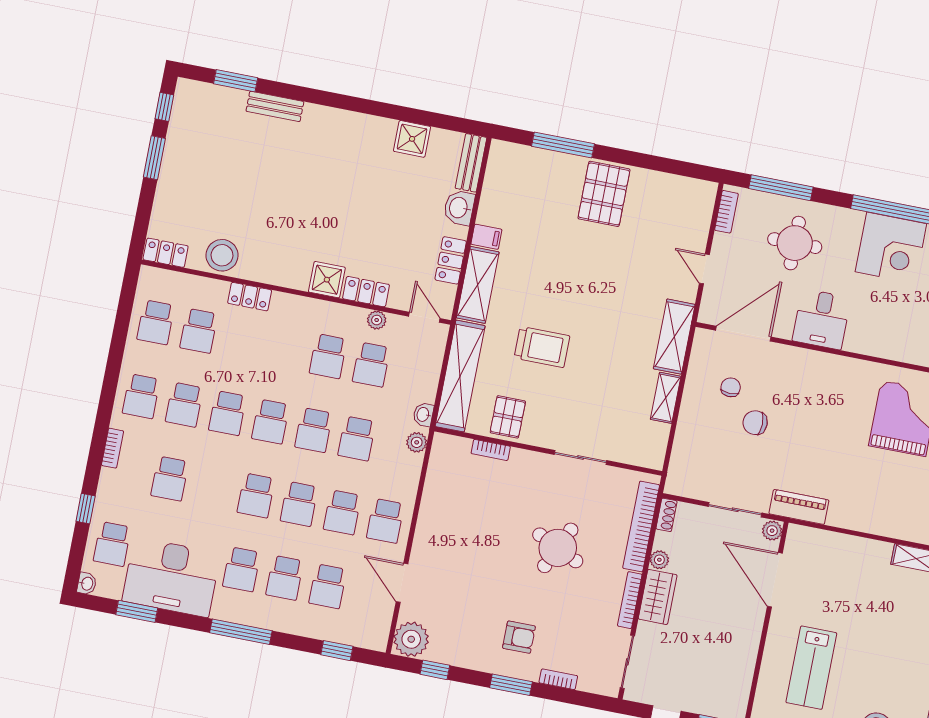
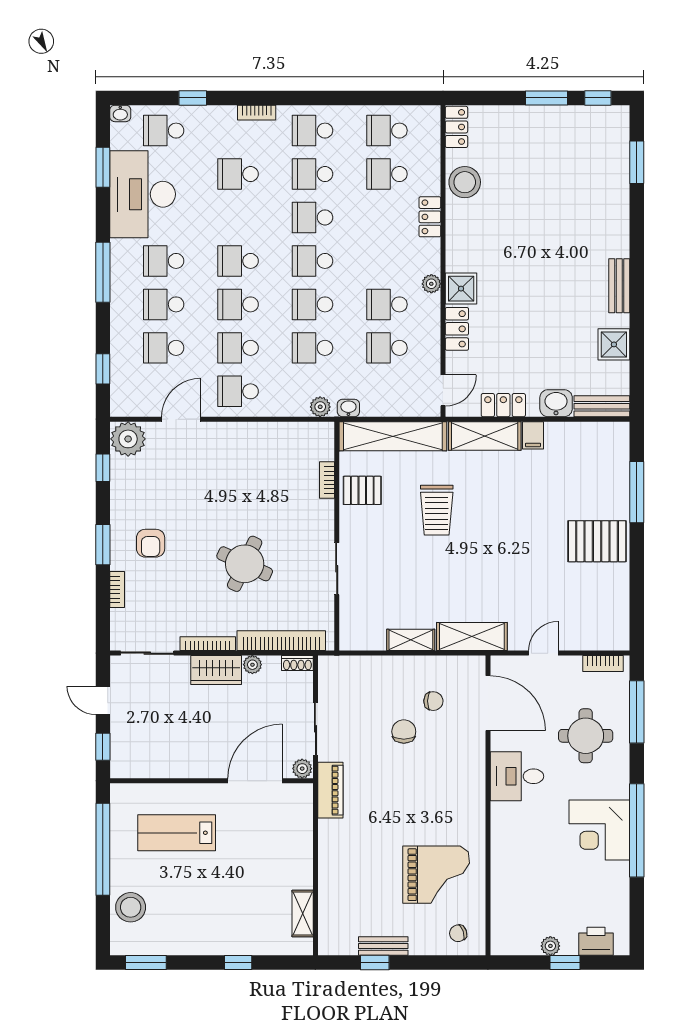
bench: (275, 106) -> (619, 286), moved
plant: (377, 320) -> (431, 284), moved

